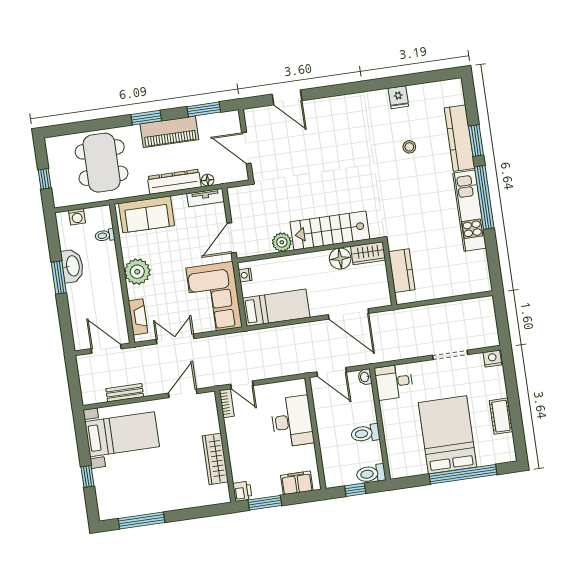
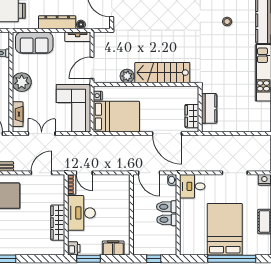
wardrobe: (368, 253) -> (192, 116), moved, turned 90
floor lamp: (340, 259) -> (167, 94), removed
bed: (276, 308) -> (116, 117), width x1.50
desk: (292, 421) -> (81, 213), moved, turned 180
toilet: (371, 474) -> (167, 207), moved

